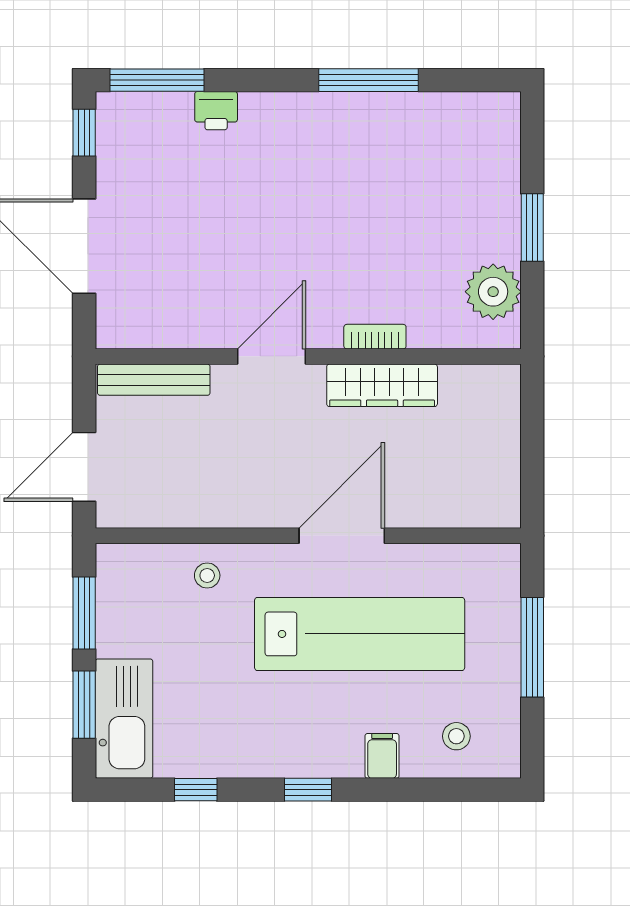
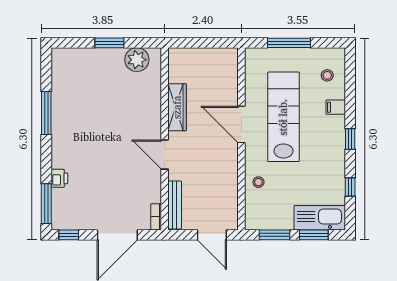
bookcase: (375, 337) -> (156, 217), moved

